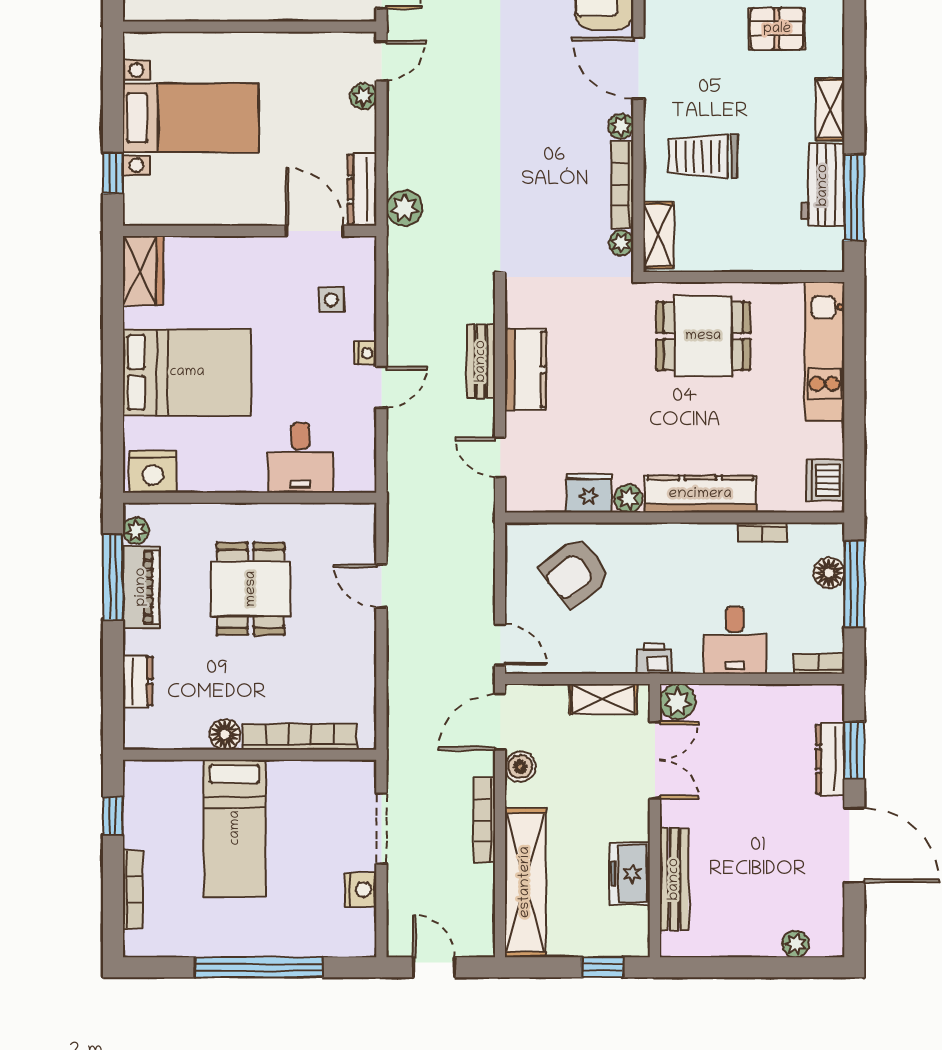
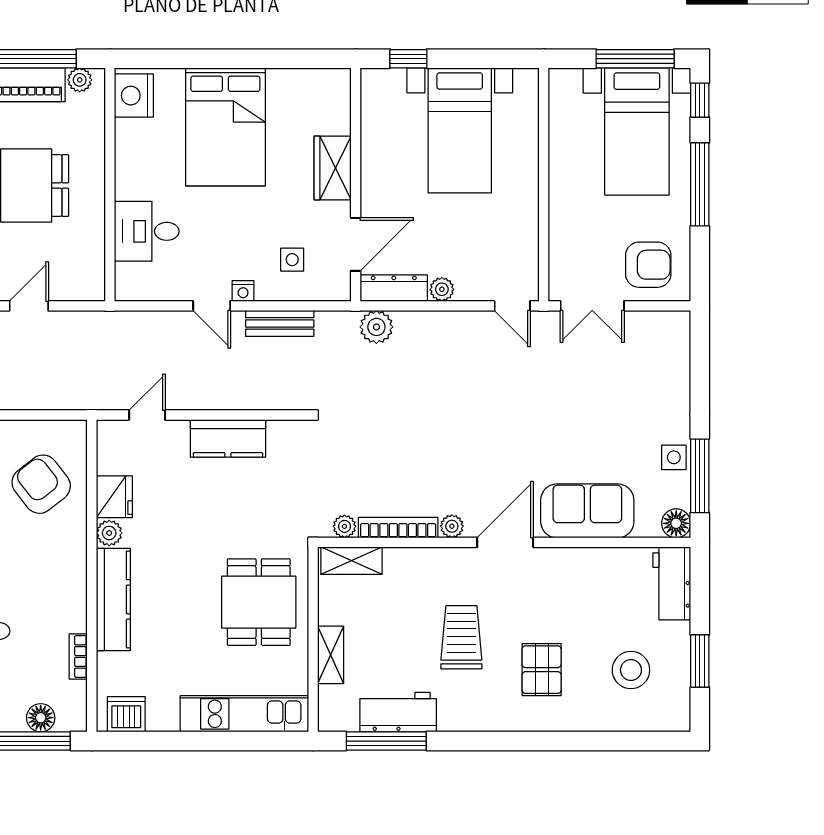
plant: (363, 96) -> (442, 289), moved
shelving: (830, 109) -> (331, 655), moved, turned 90
trolley: (703, 156) -> (461, 637), moved
wardrobe: (143, 270) -> (333, 168), moved, turned 90
bench: (481, 361) -> (280, 323), moved

